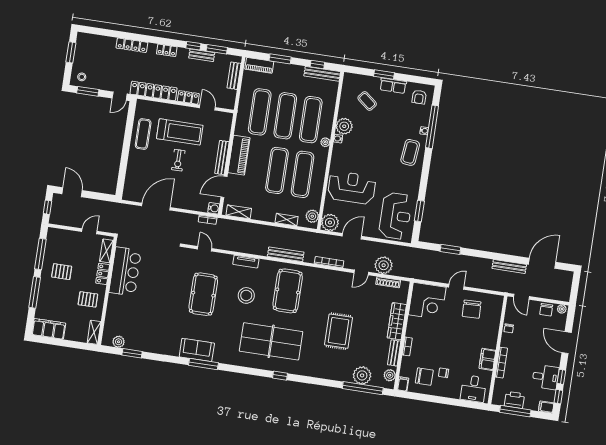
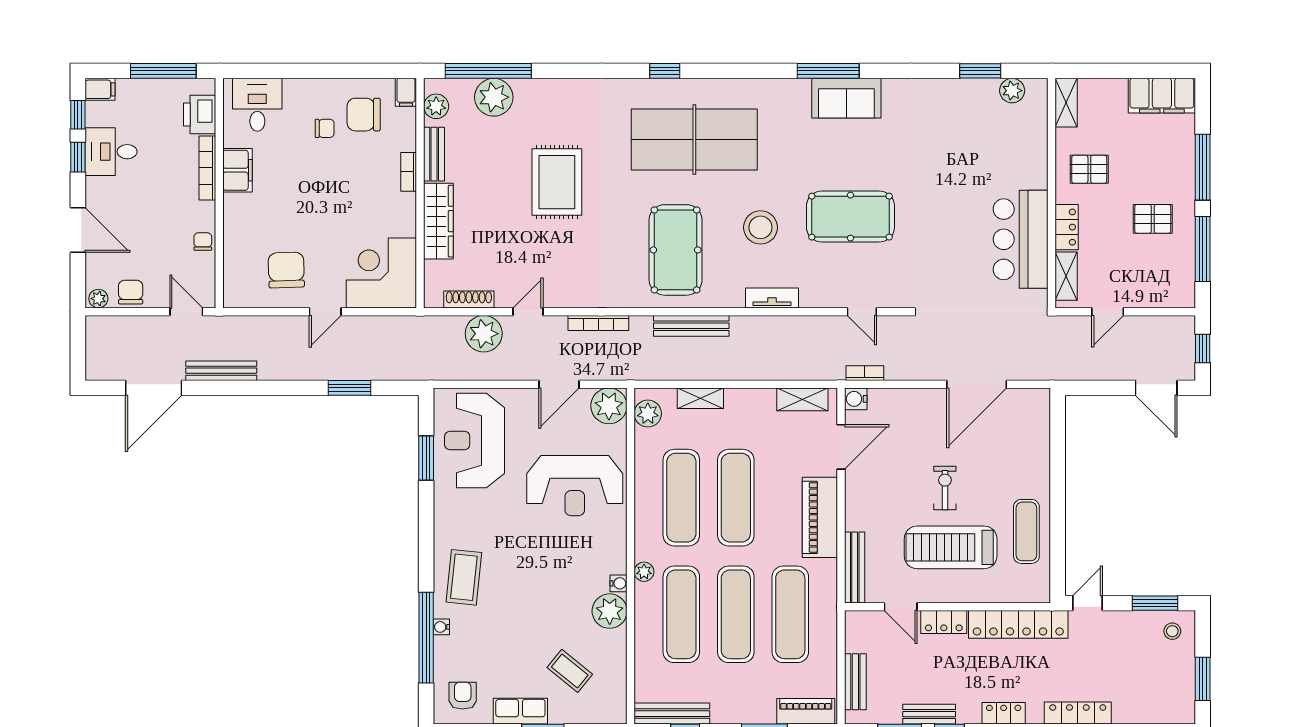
bench: (222, 158) -> (855, 568), moved
pool table: (203, 294) -> (850, 217), turned 90
printer: (514, 400) -> (200, 115), moved, turned 90

